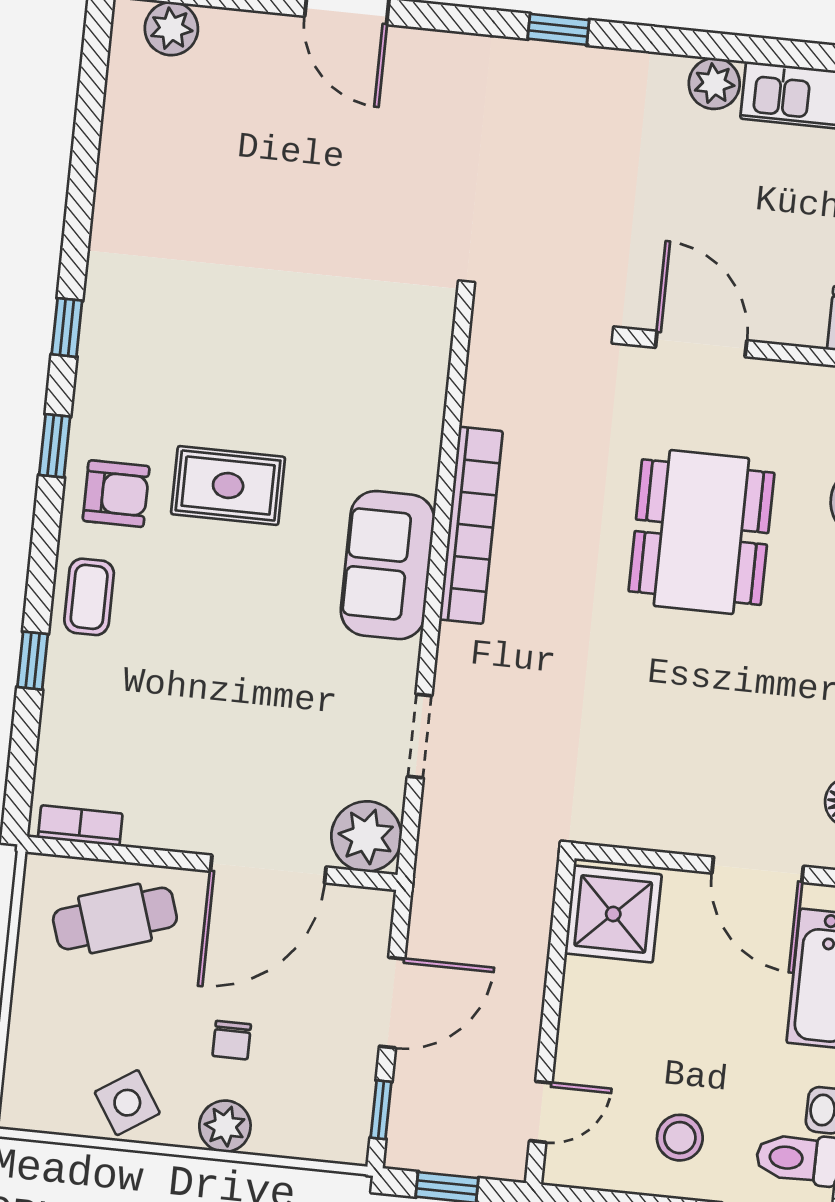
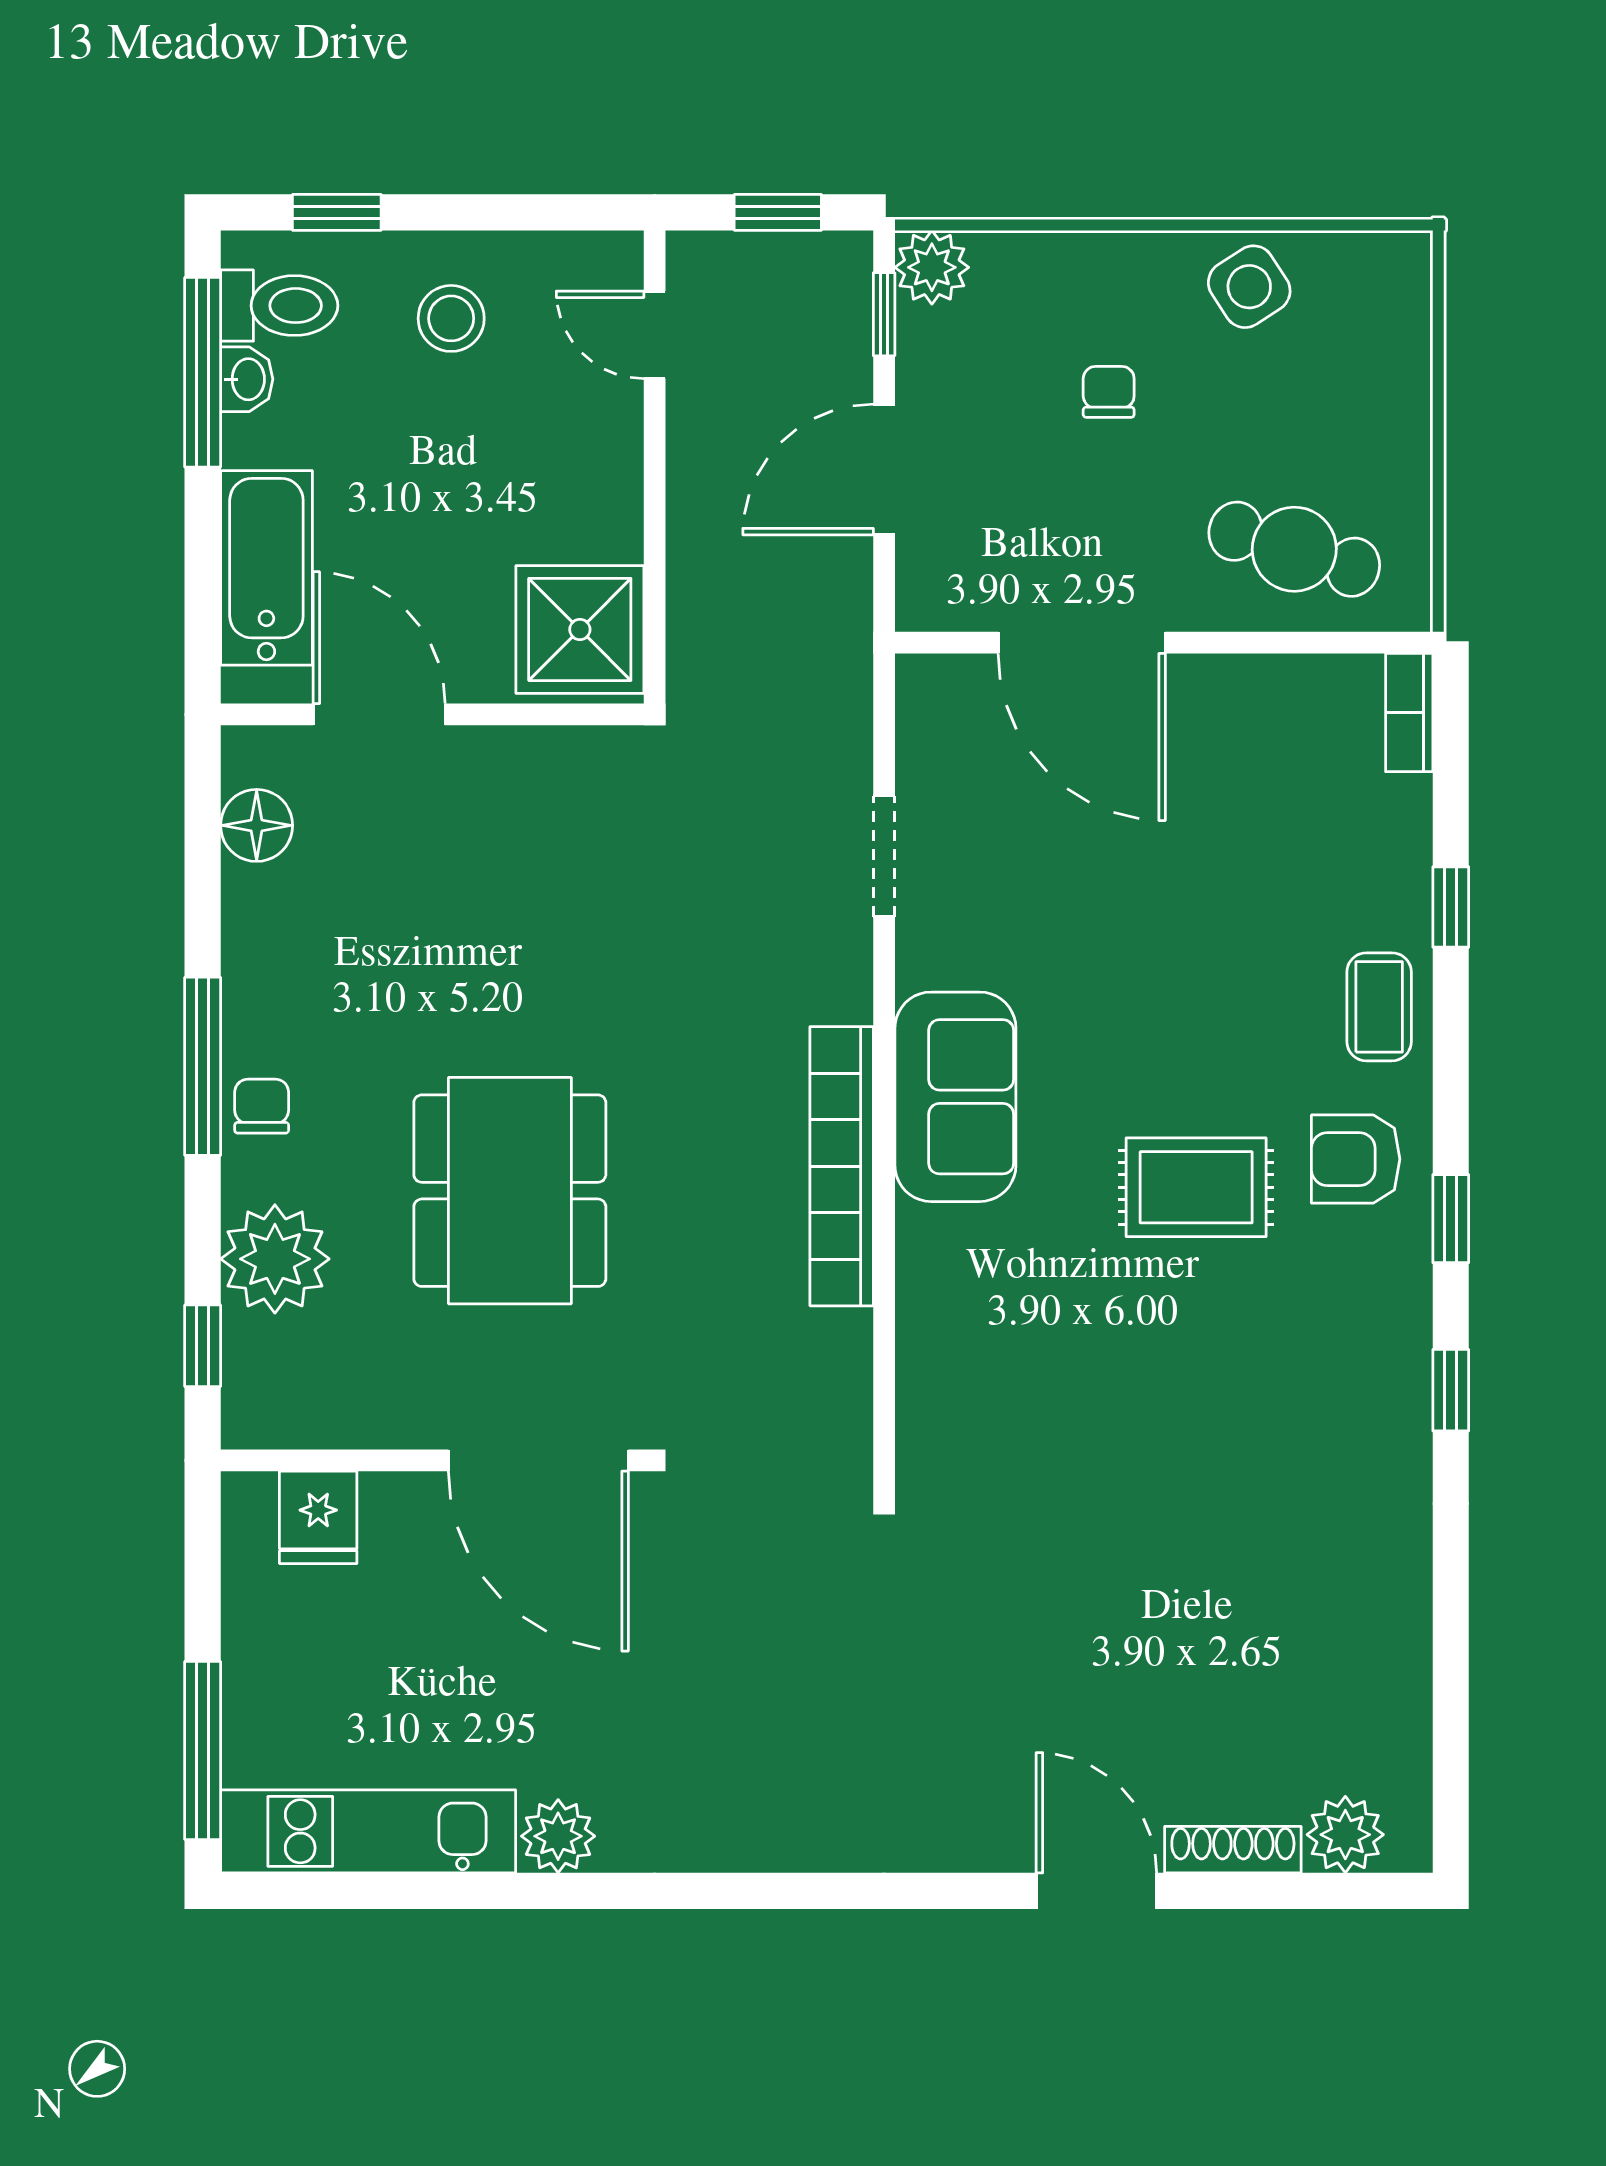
shoe rack: (250, 26) -> (1233, 1850), added
window: (558, 29) -> (790, 1891), removed
door: (701, 344) -> (538, 1460), width x1.36
bookcase: (80, 826) -> (1409, 713), moved, turned 90
plant: (366, 836) -> (946, 704), removed
door: (268, 869) -> (1082, 643), swing flipped
cafe table: (115, 918) -> (1294, 549), turned 35
door: (541, 1112) -> (655, 335), hinge flipped
plant: (225, 1126) -> (932, 267), moved

